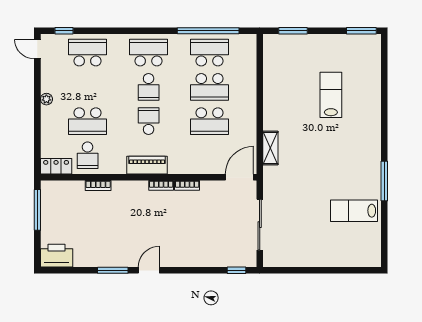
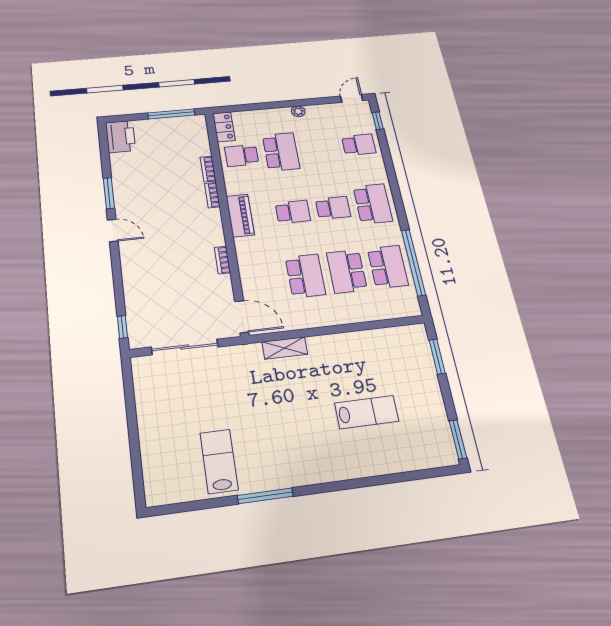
school desk: (88, 53) -> (359, 145), width x0.54
school desk: (149, 87) -> (333, 208), turned 180
school desk: (88, 121) -> (281, 152), turned 180
school desk: (210, 121) -> (305, 276), turned 180
bookcase: (161, 185) -> (212, 195), moved

